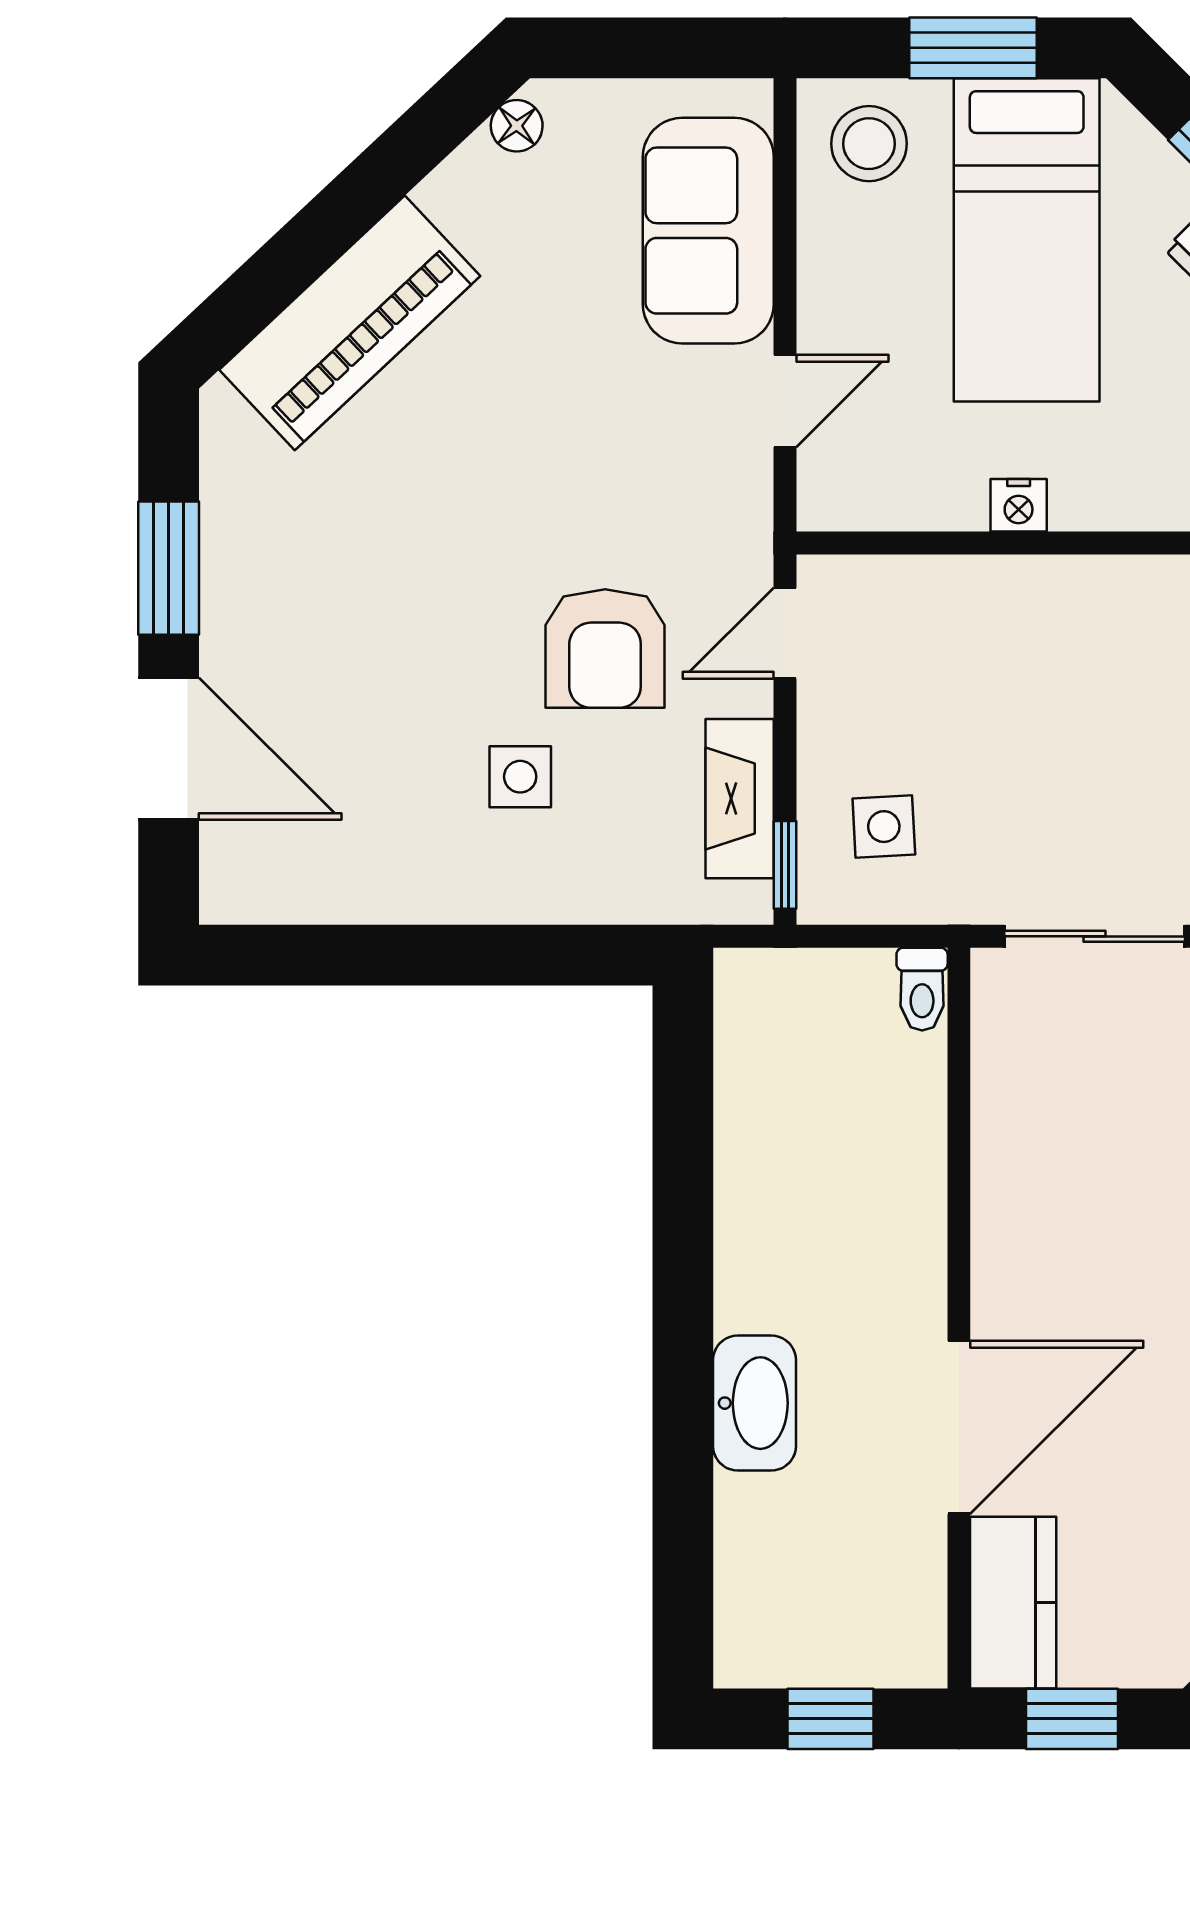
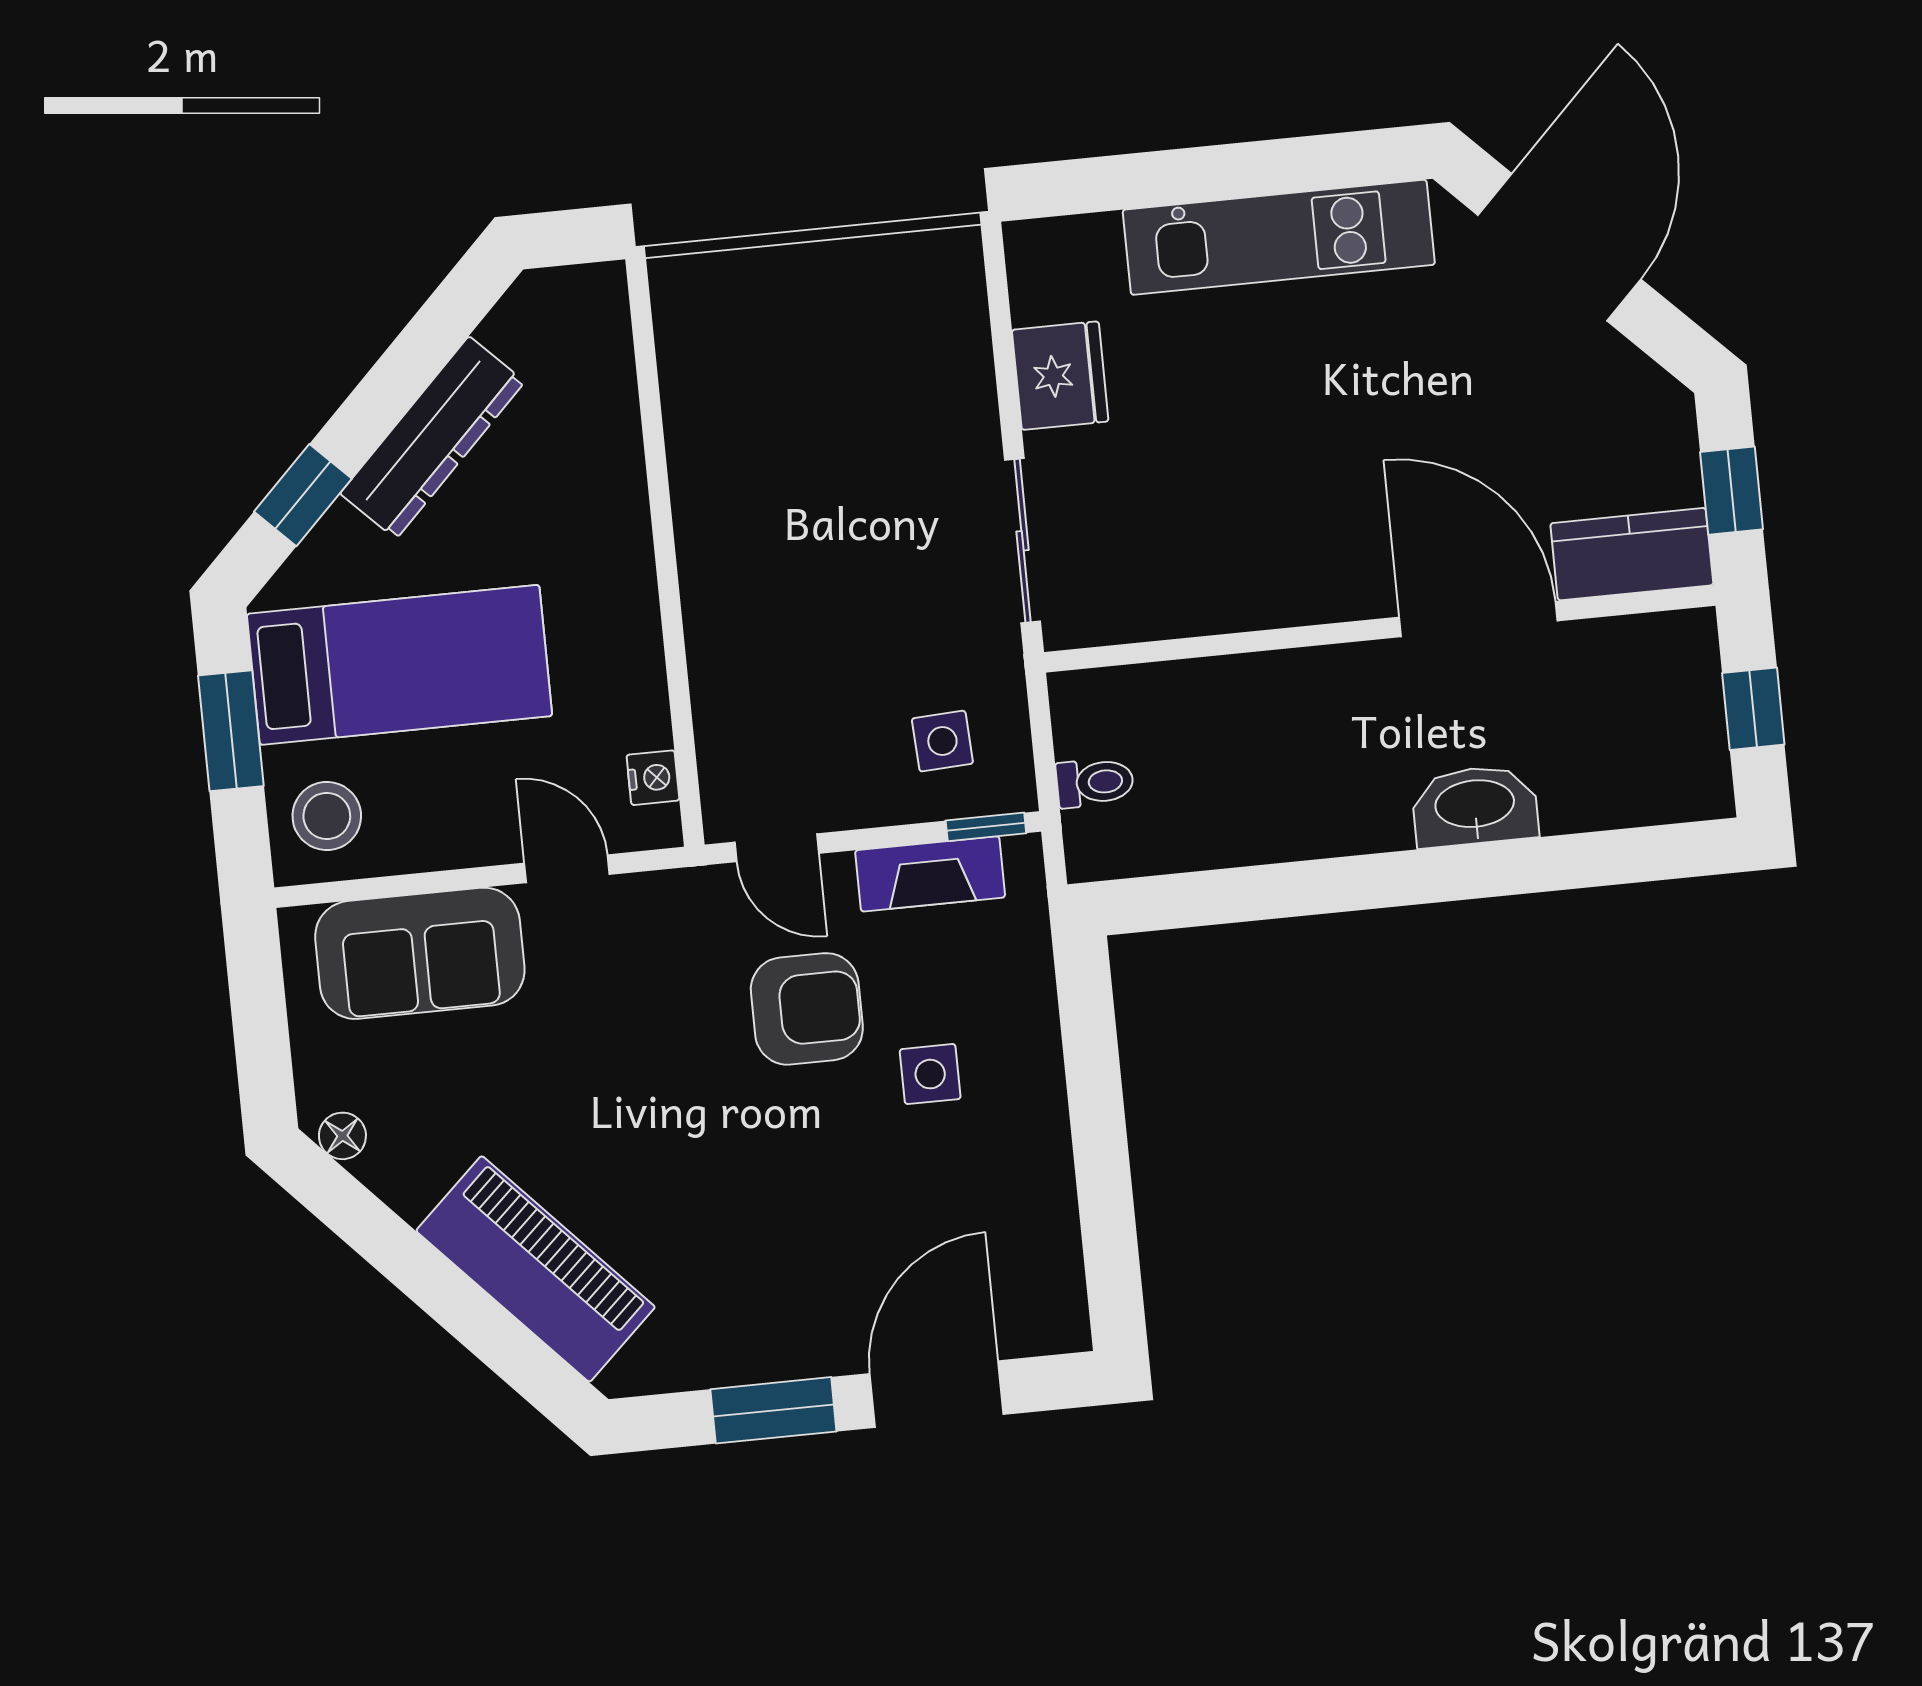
nightstand: (1019, 505) -> (653, 778), moved
toilet: (922, 989) -> (1095, 782), moved

